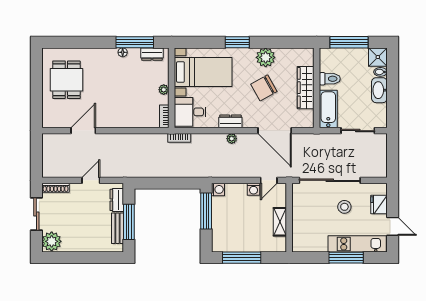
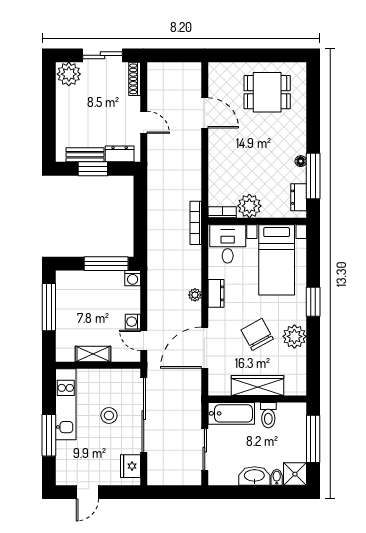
plant: (164, 90) -> (249, 206), width x1.87, depth x1.87
bookcase: (179, 138) -> (196, 223), width x1.56
fridge: (379, 204) -> (130, 466), moved, turned -90
stool: (344, 207) -> (109, 415), moved
window: (129, 222) -> (93, 169), width x0.69
kitchen unit: (357, 244) -> (66, 404), moved

